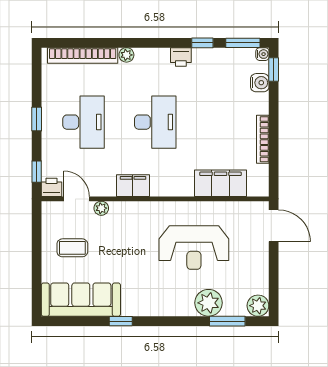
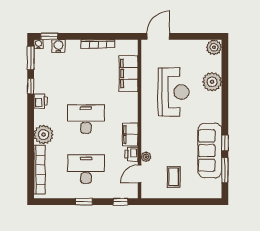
plant: (126, 55) -> (44, 135), width x1.88, depth x1.88
printer: (51, 187) -> (131, 154), moved
sofa: (81, 300) -> (210, 151), moved
window: (227, 321) -> (225, 170), moved

